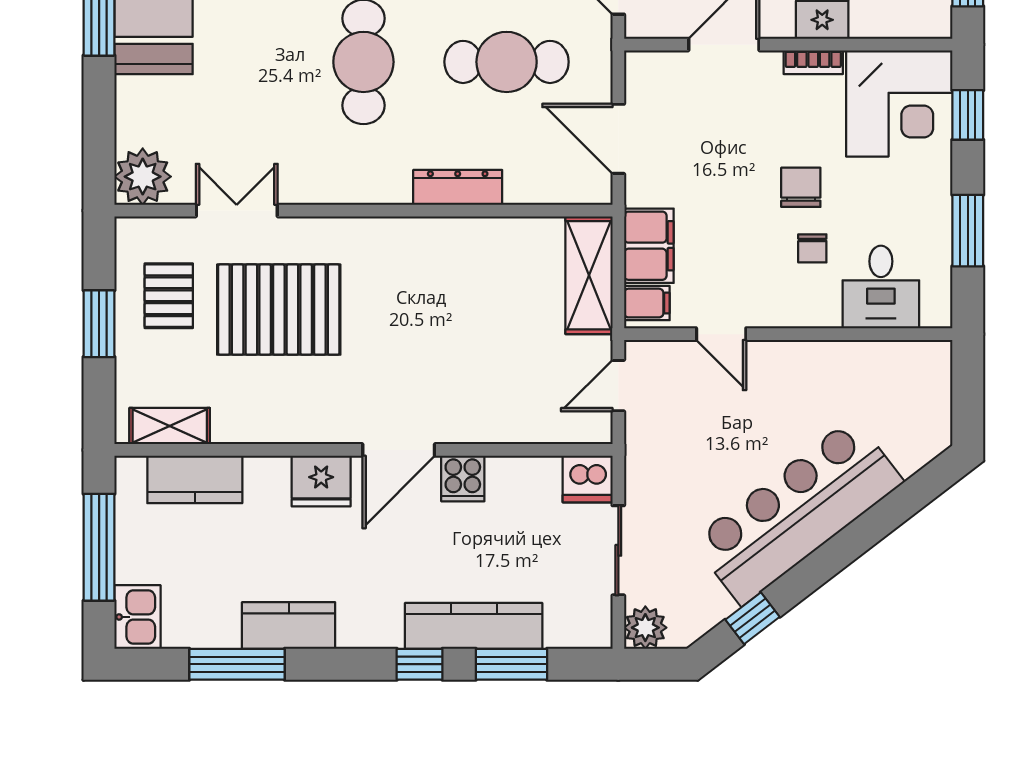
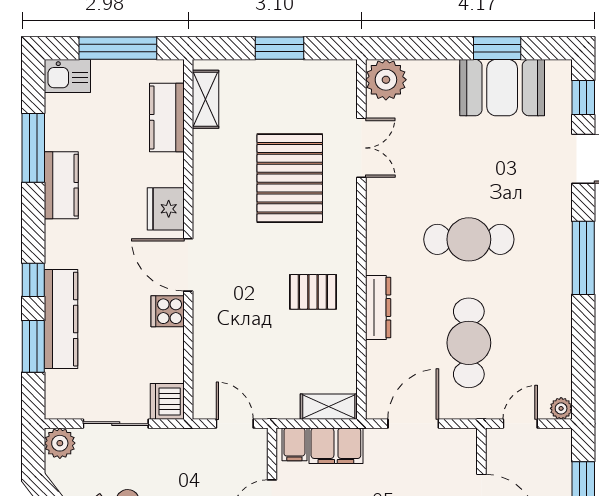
shelving: (589, 275) -> (329, 407), width x0.67, depth x0.75
pallet: (169, 296) -> (313, 292), moved

